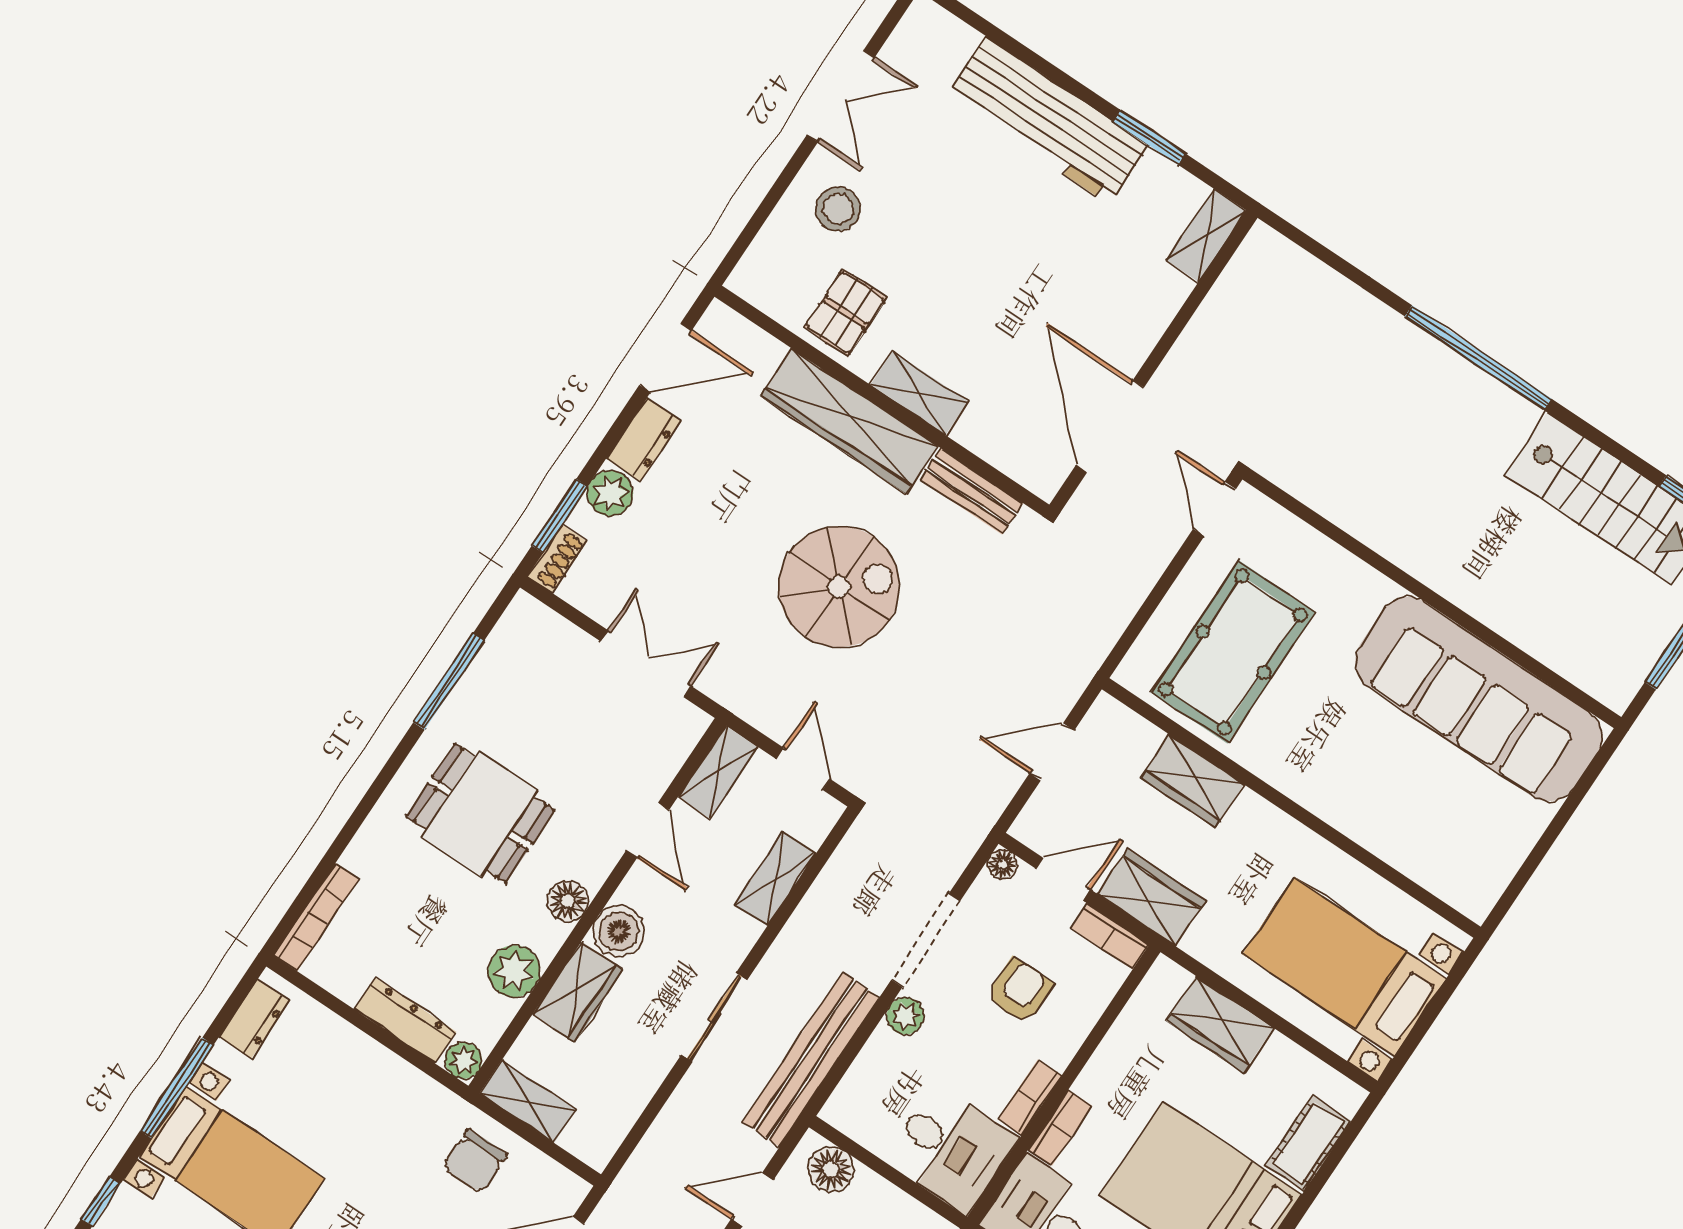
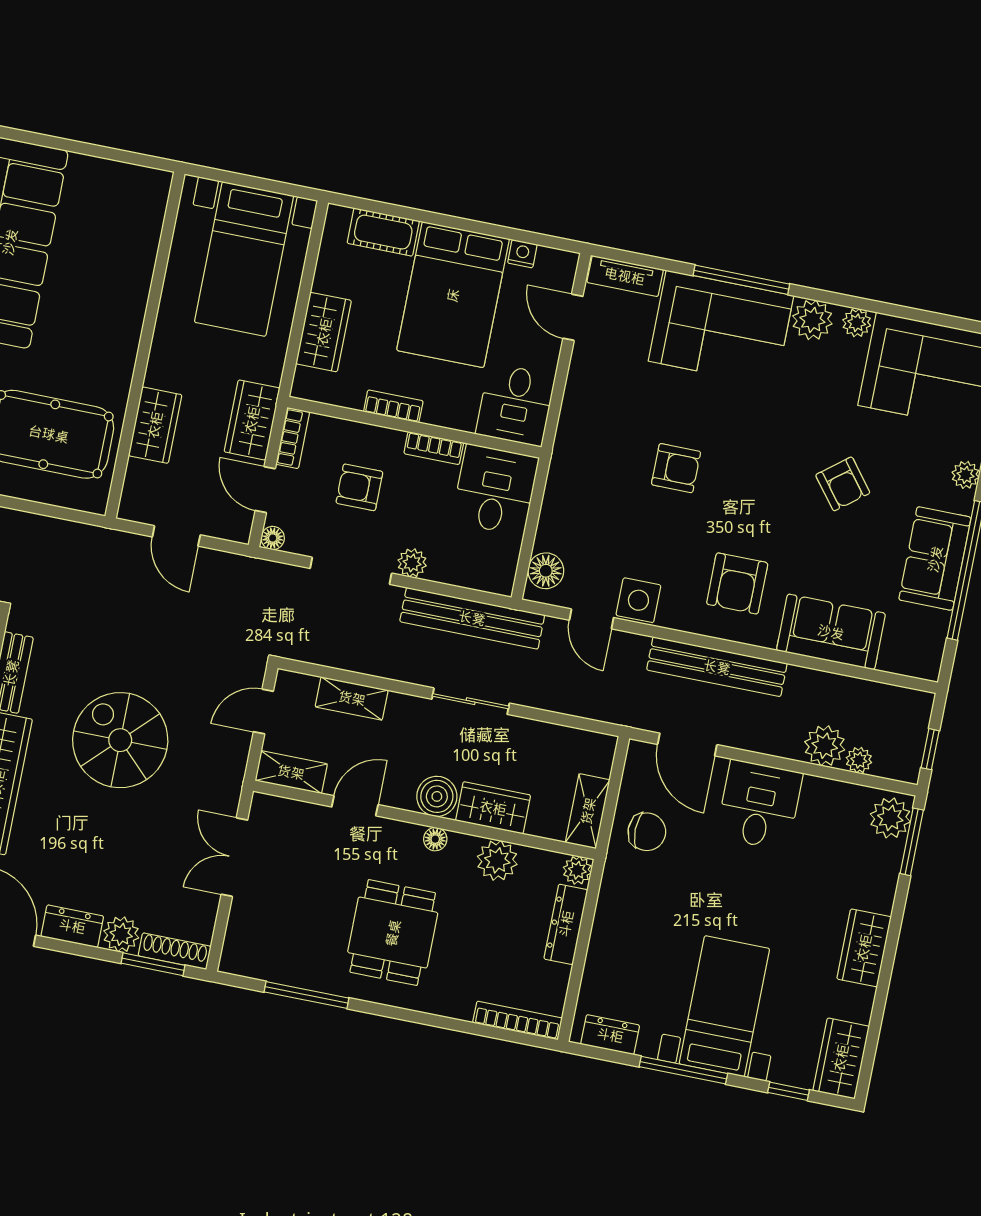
shoe rack: (557, 559) -> (175, 951), width x1.43
floor lamp: (568, 901) -> (435, 839), width x0.73, depth x0.73
bookcase: (1060, 1128) -> (393, 406), moved

